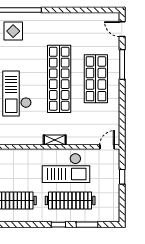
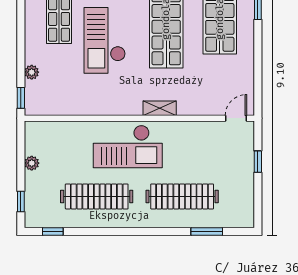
checkout: (66, 168) -> (128, 147), moved
window: (58, 225) -> (165, 232), removed

